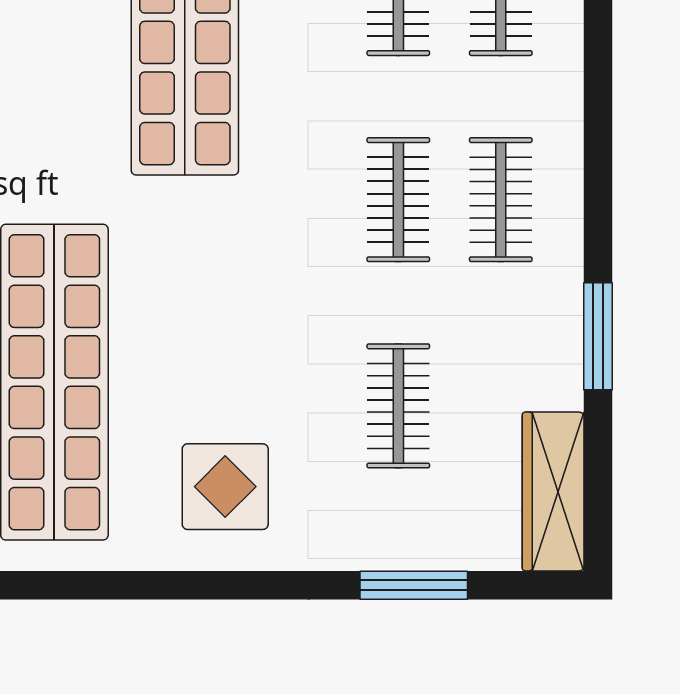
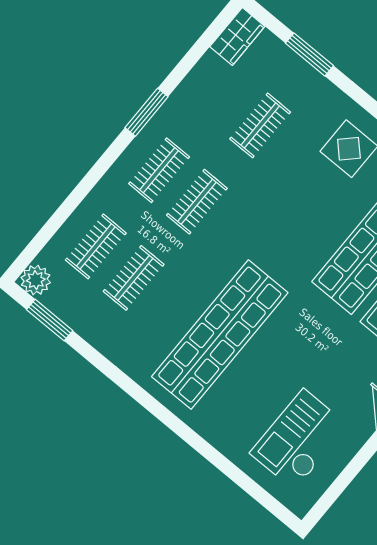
window: (598, 336) -> (147, 112), moved
wardrobe: (553, 491) -> (237, 37), width x0.67

